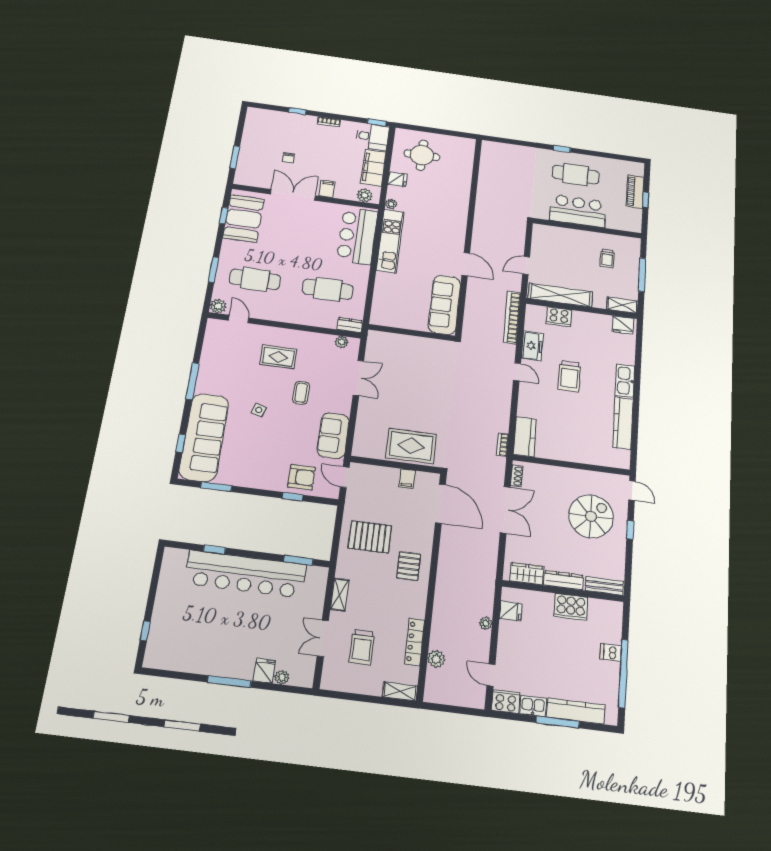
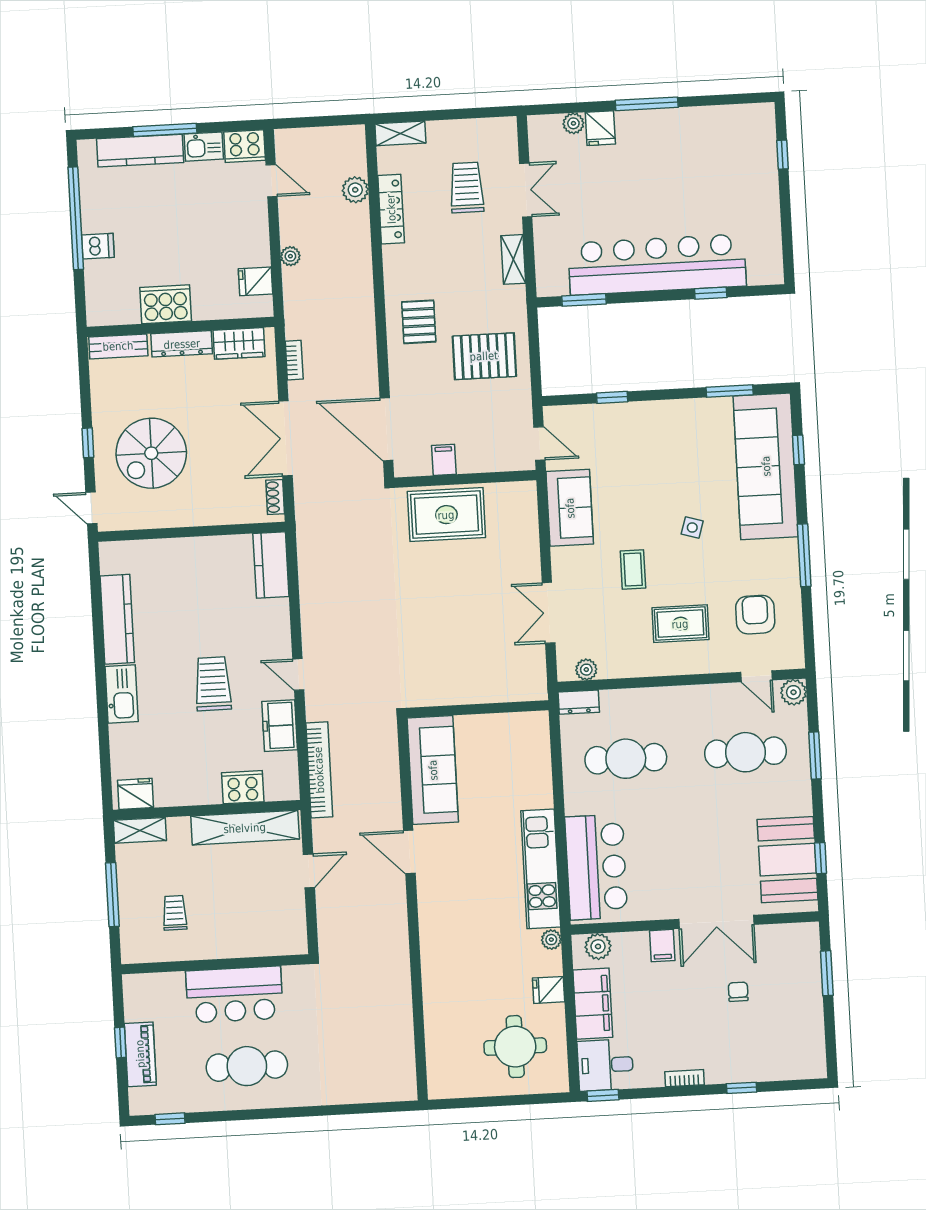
window: (562, 149) -> (170, 1119), moved
bookcase: (503, 445) -> (294, 360), moved
armchair: (302, 477) -> (755, 615), moved, turned 90

